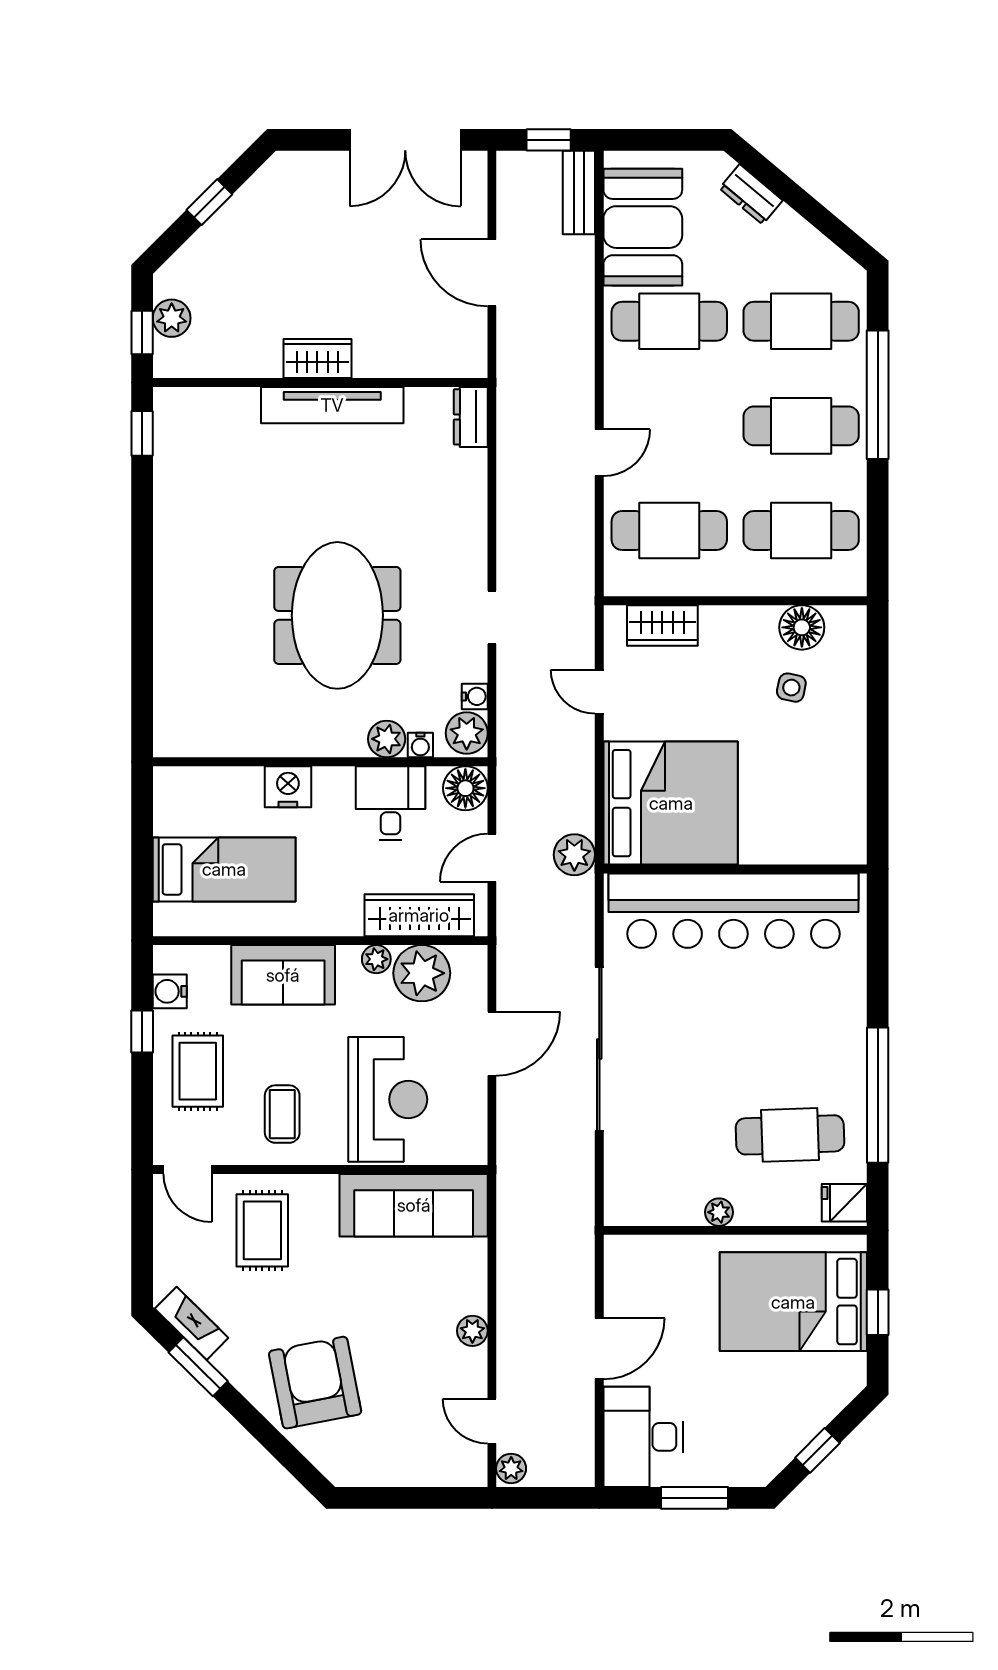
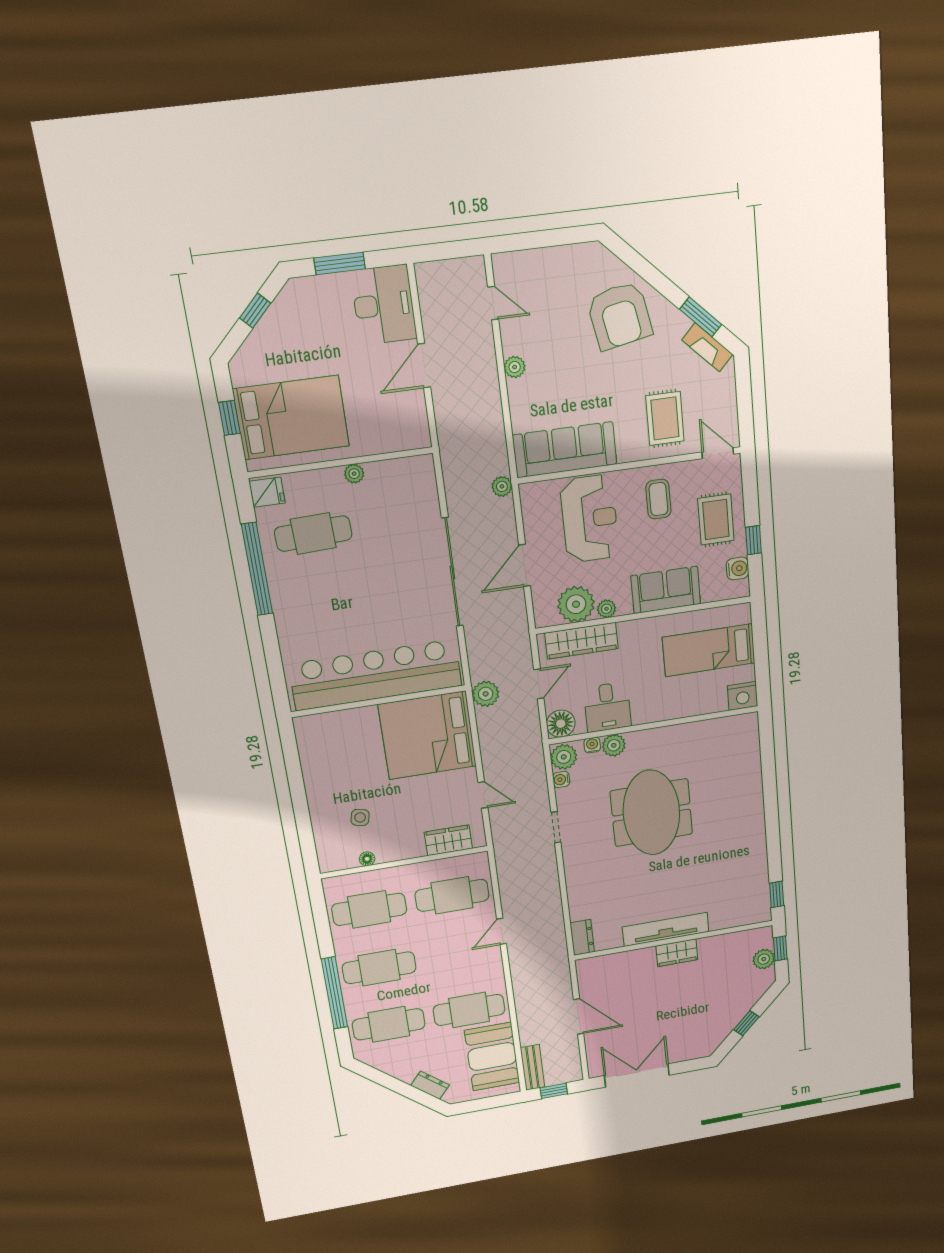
floor lamp: (802, 627) -> (367, 859), width x0.53, depth x0.53
nightstand: (288, 787) -> (743, 696), moved
reception desk: (388, 1099) -> (590, 519), turned 180
plant: (511, 1468) -> (502, 486), moved

